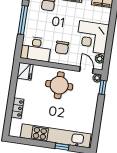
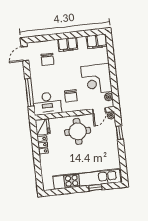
window: (23, 20) -> (29, 92), moved
door: (86, 70) -> (99, 111), swing flipped
window: (103, 87) -> (119, 133), moved
locker: (17, 108) -> (43, 145), moved

